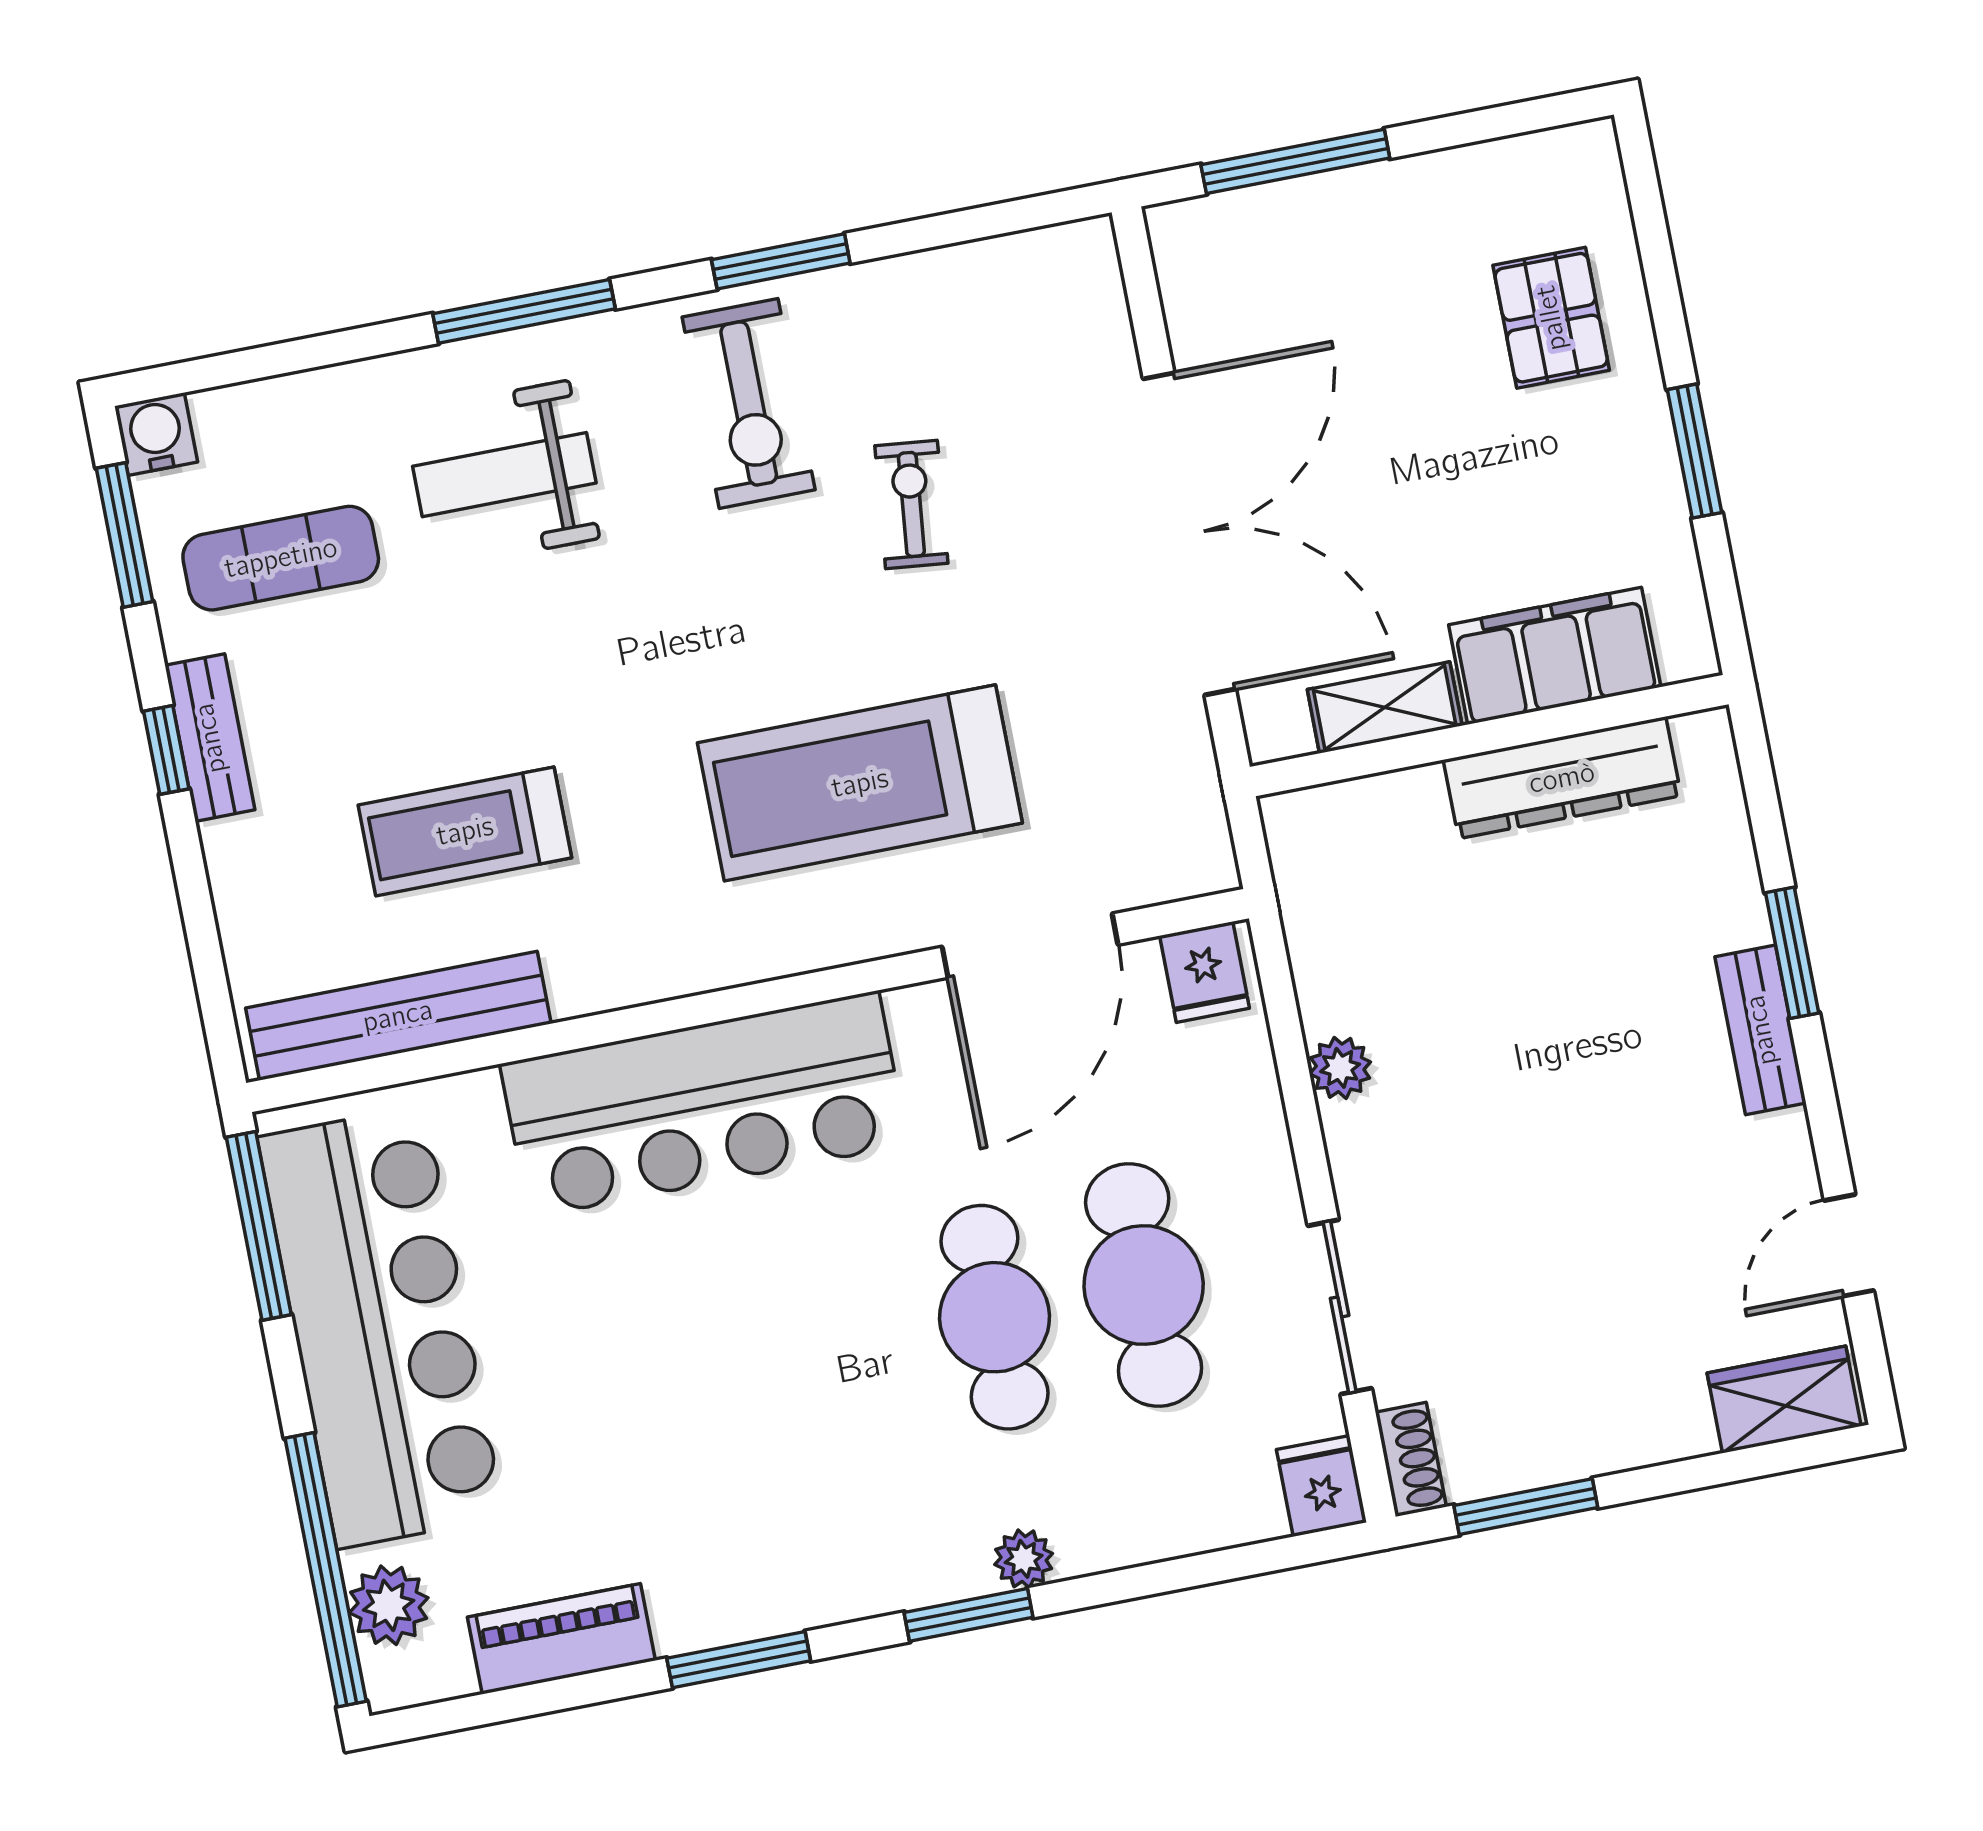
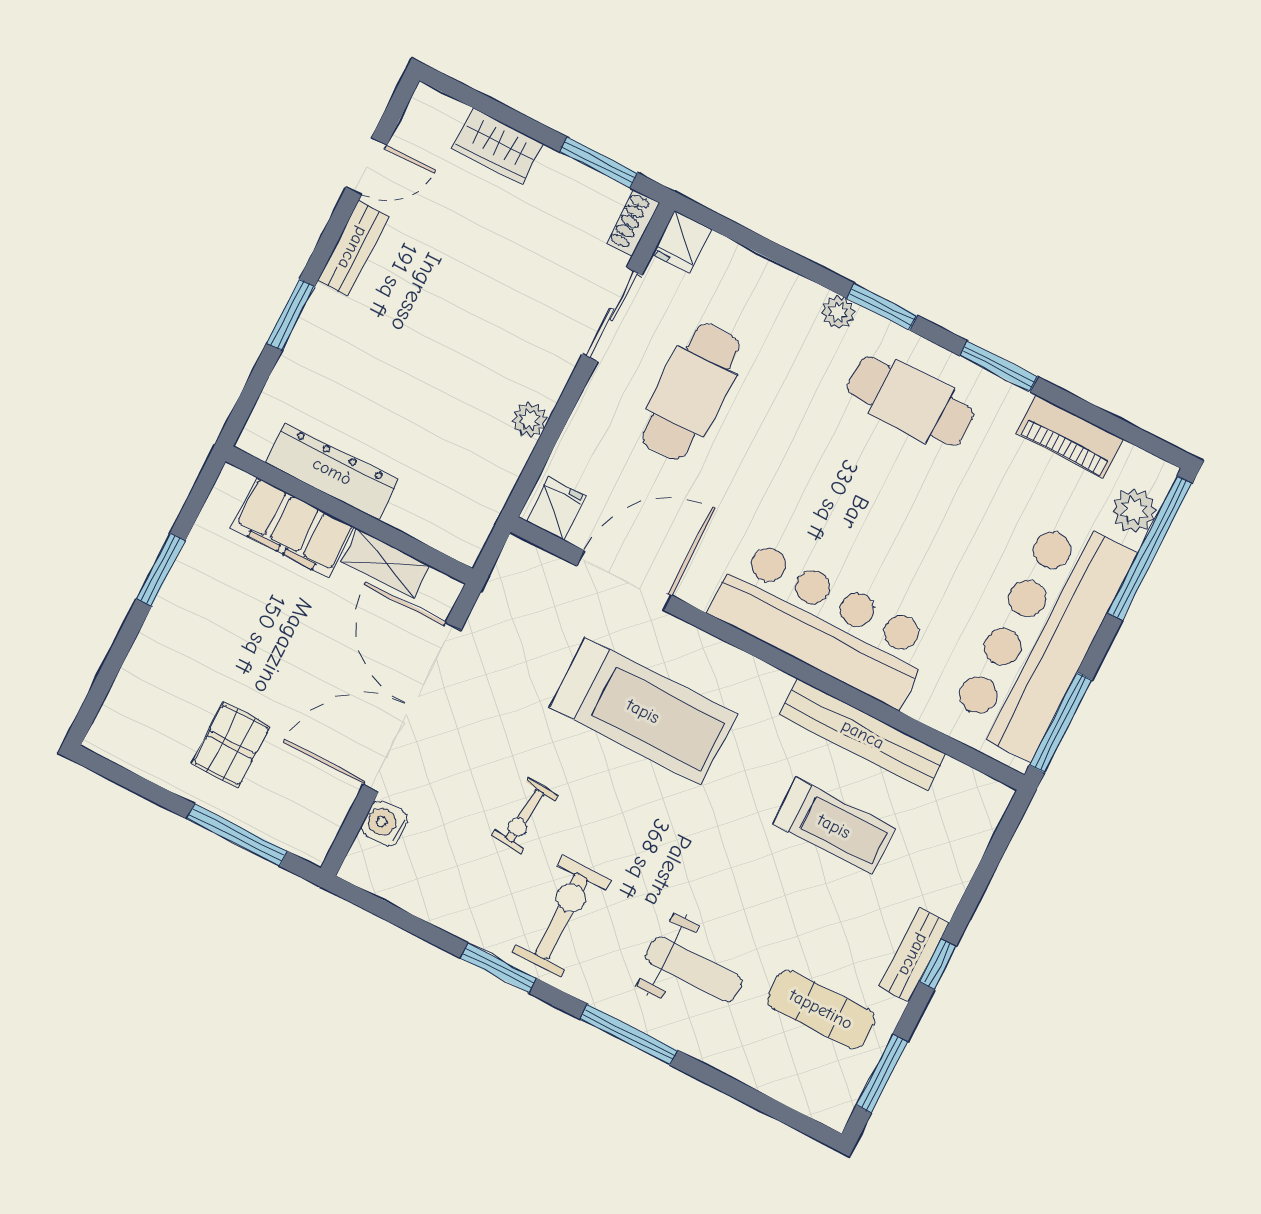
pallet: (1551, 318) -> (231, 745), moved
water cooler: (156, 434) -> (384, 823), moved, turned 90
bench: (398, 1016) -> (863, 734), moved
bench: (1761, 1030) -> (353, 248), moved
cafe table: (995, 1317) -> (911, 401), moved, turned 90
wardrobe: (1784, 1400) -> (498, 146), moved

